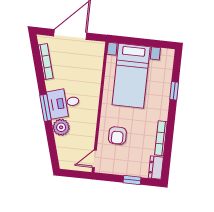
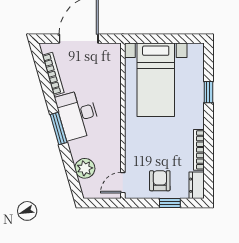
desk: (64, 103) -> (78, 115), width x1.37
plant: (61, 127) -> (85, 168), moved
armchair: (117, 136) -> (160, 181), moved, turned 180

